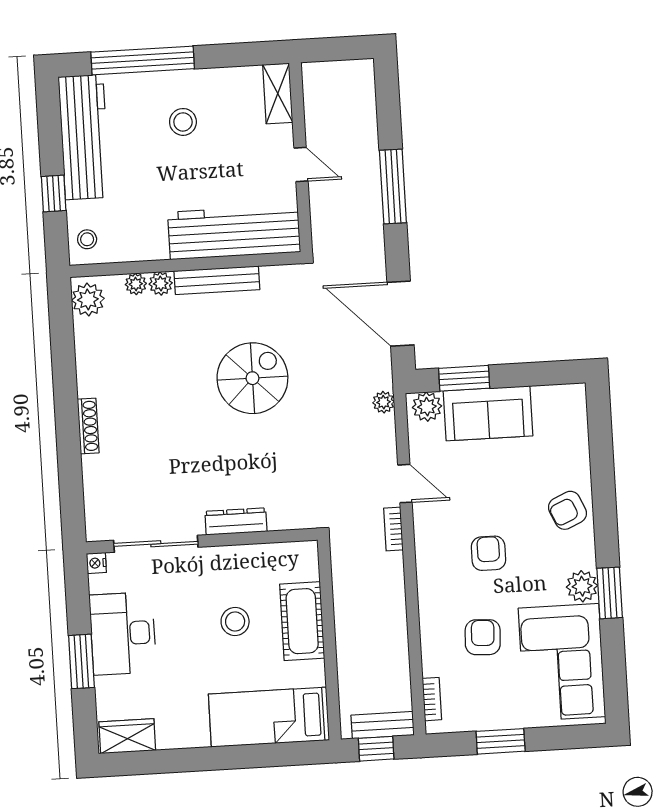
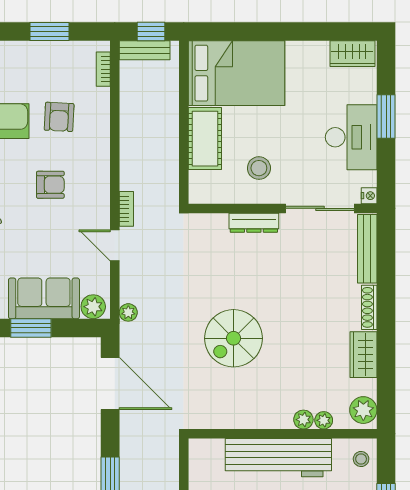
workbench: (234, 232) -> (278, 458), moved
bench: (217, 280) -> (367, 249), moved, turned 90
wardrobe: (92, 368) -> (363, 355), added
window: (464, 378) -> (31, 328), moved
armchair: (488, 553) -> (50, 185), turned -90
stool: (235, 622) -> (259, 168), moved
bed: (269, 717) -> (236, 73), width x1.50

